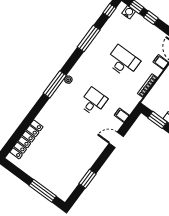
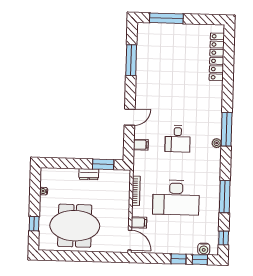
desk: (123, 61) -> (176, 198), width x1.36, depth x1.30
window: (87, 179) -> (131, 60), width x1.44

